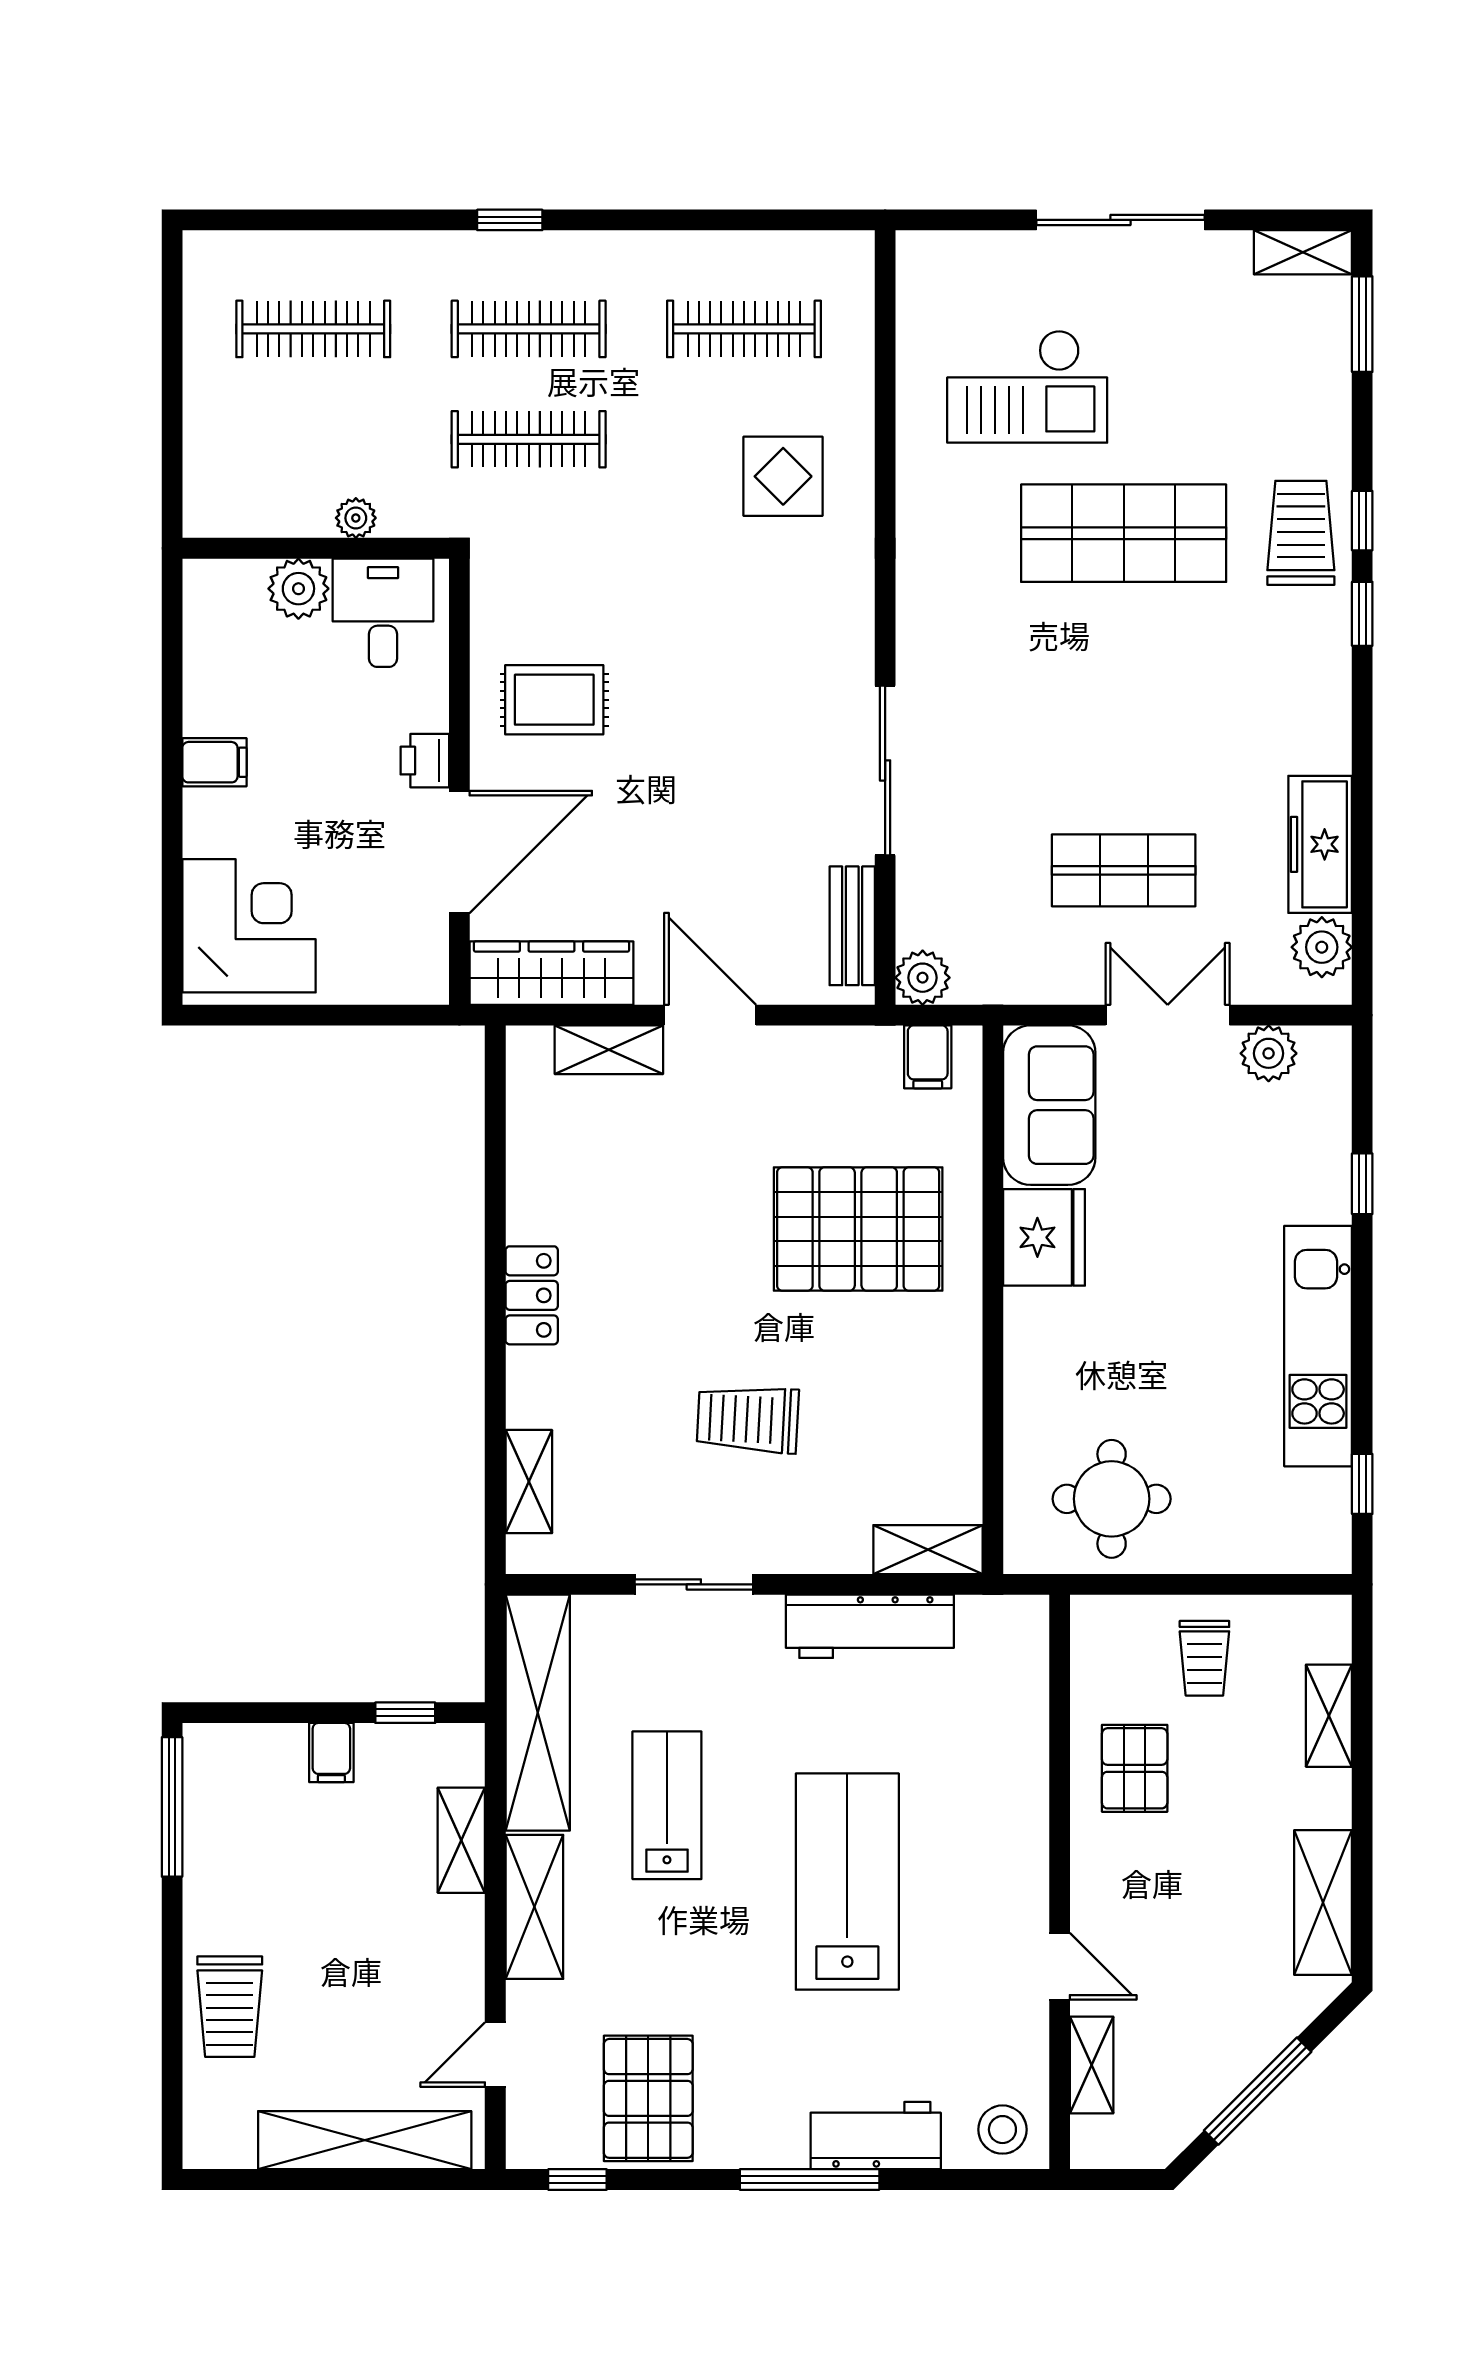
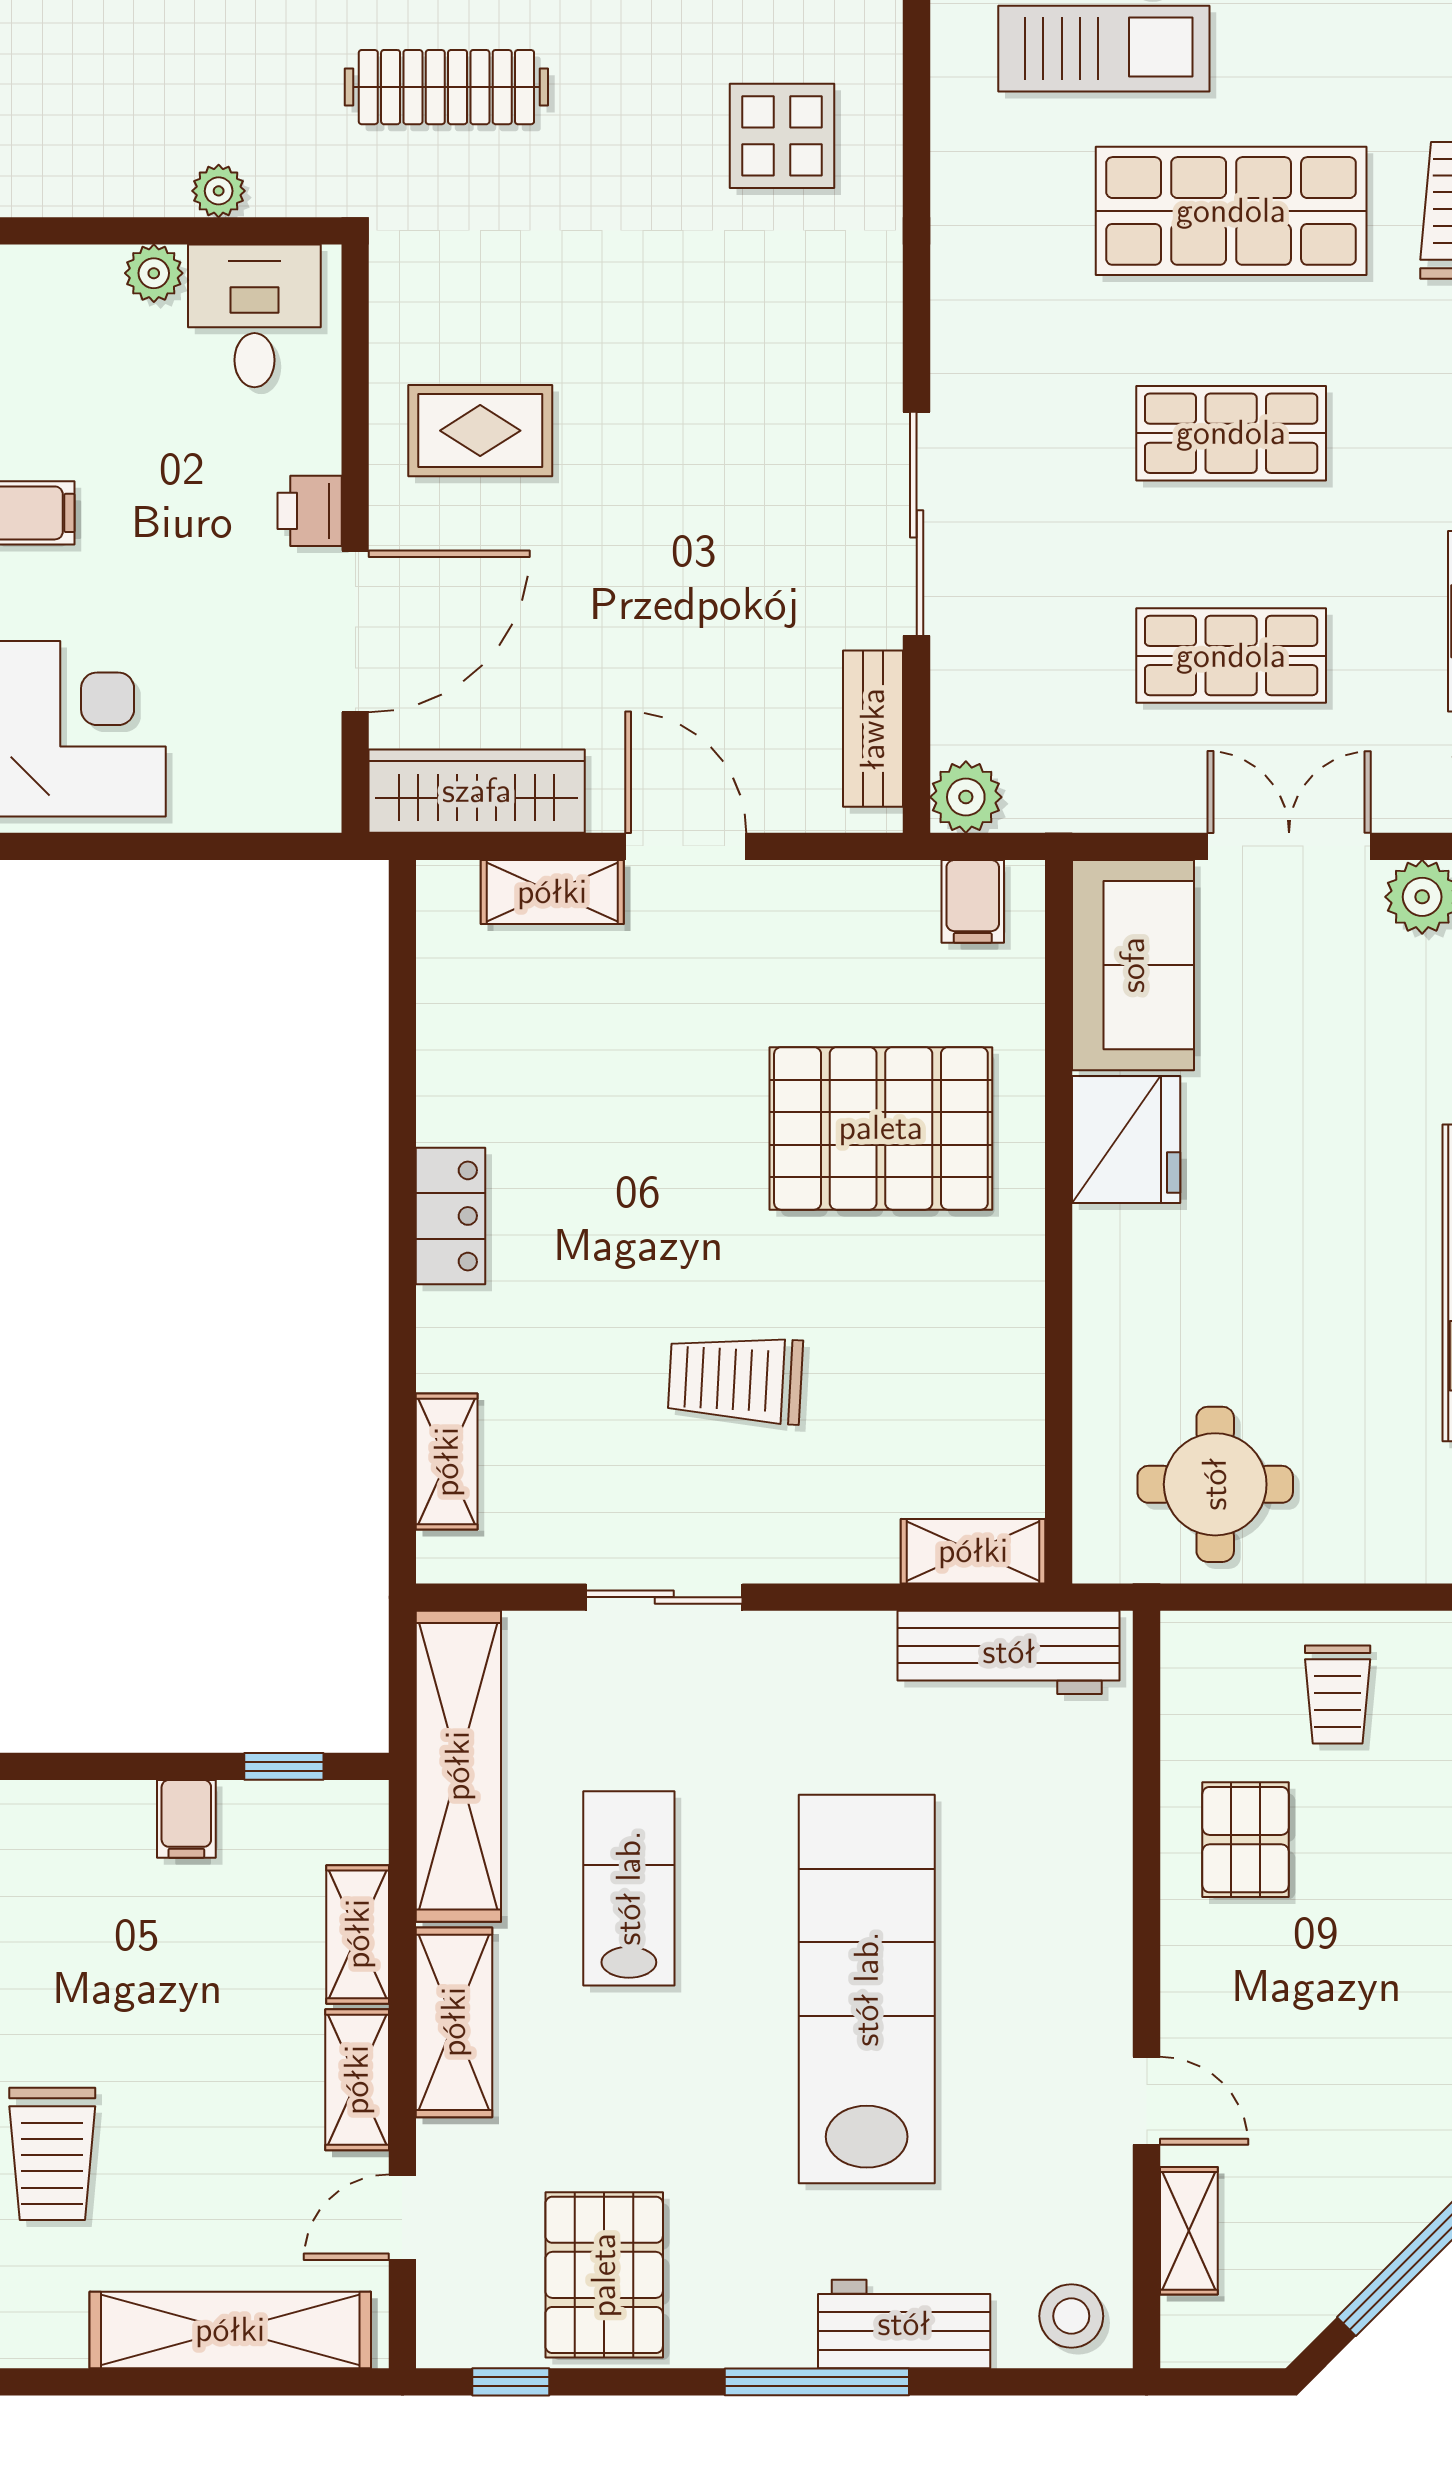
plant: (298, 589) -> (154, 273), width x0.73, depth x0.73
shop shelf: (1124, 702) -> (1231, 433), added
workbench: (870, 1626) -> (1009, 1652), moved
lab bench: (847, 1882) -> (867, 1989), width x1.36
shelving: (461, 1950) -> (357, 2080), added

